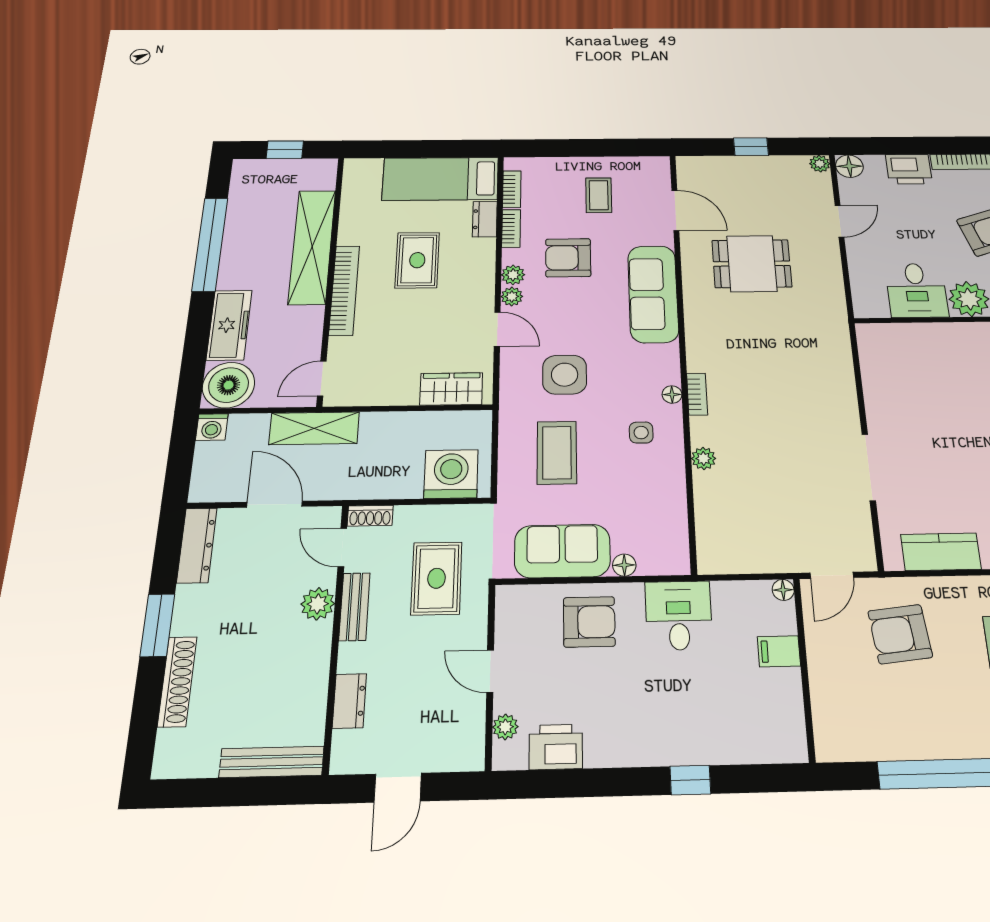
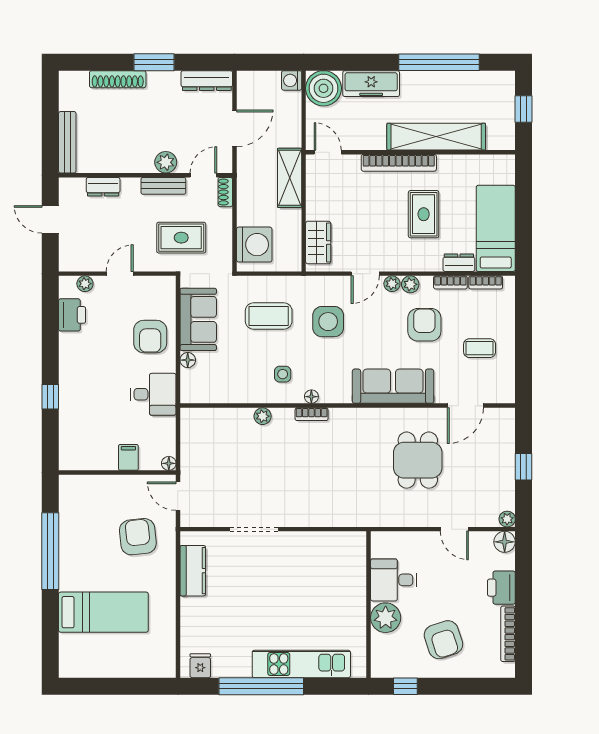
rug: (417, 260) -> (424, 214), turned 90
shelving: (314, 428) -> (290, 178), moved

